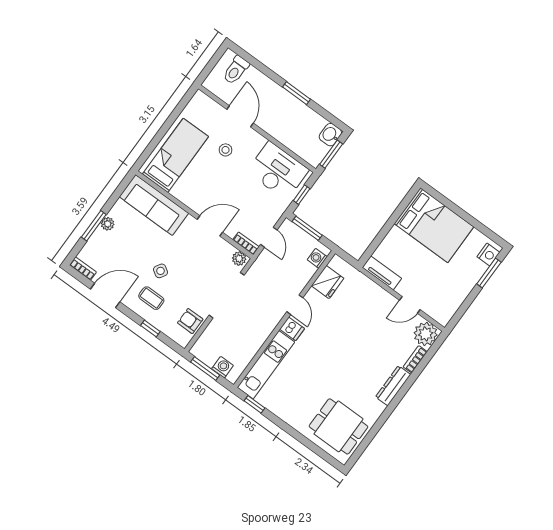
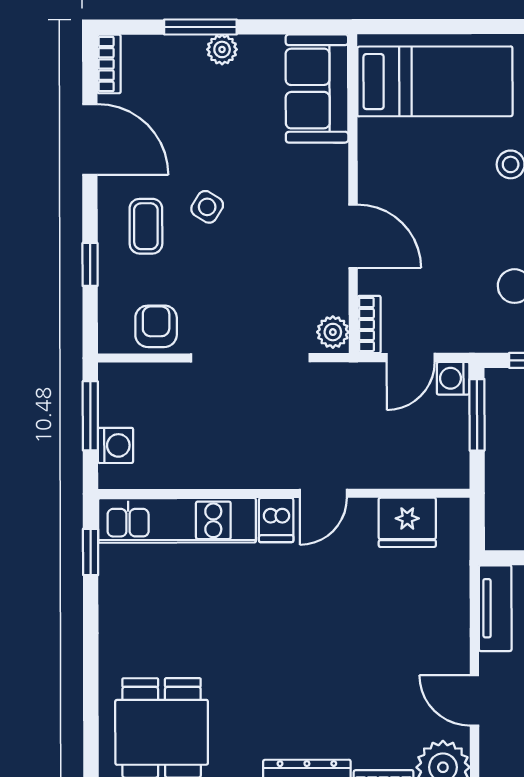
sofa: (154, 205) -> (317, 88), width x0.73
washing machine: (317, 258) -> (453, 378), moved, turned -90

